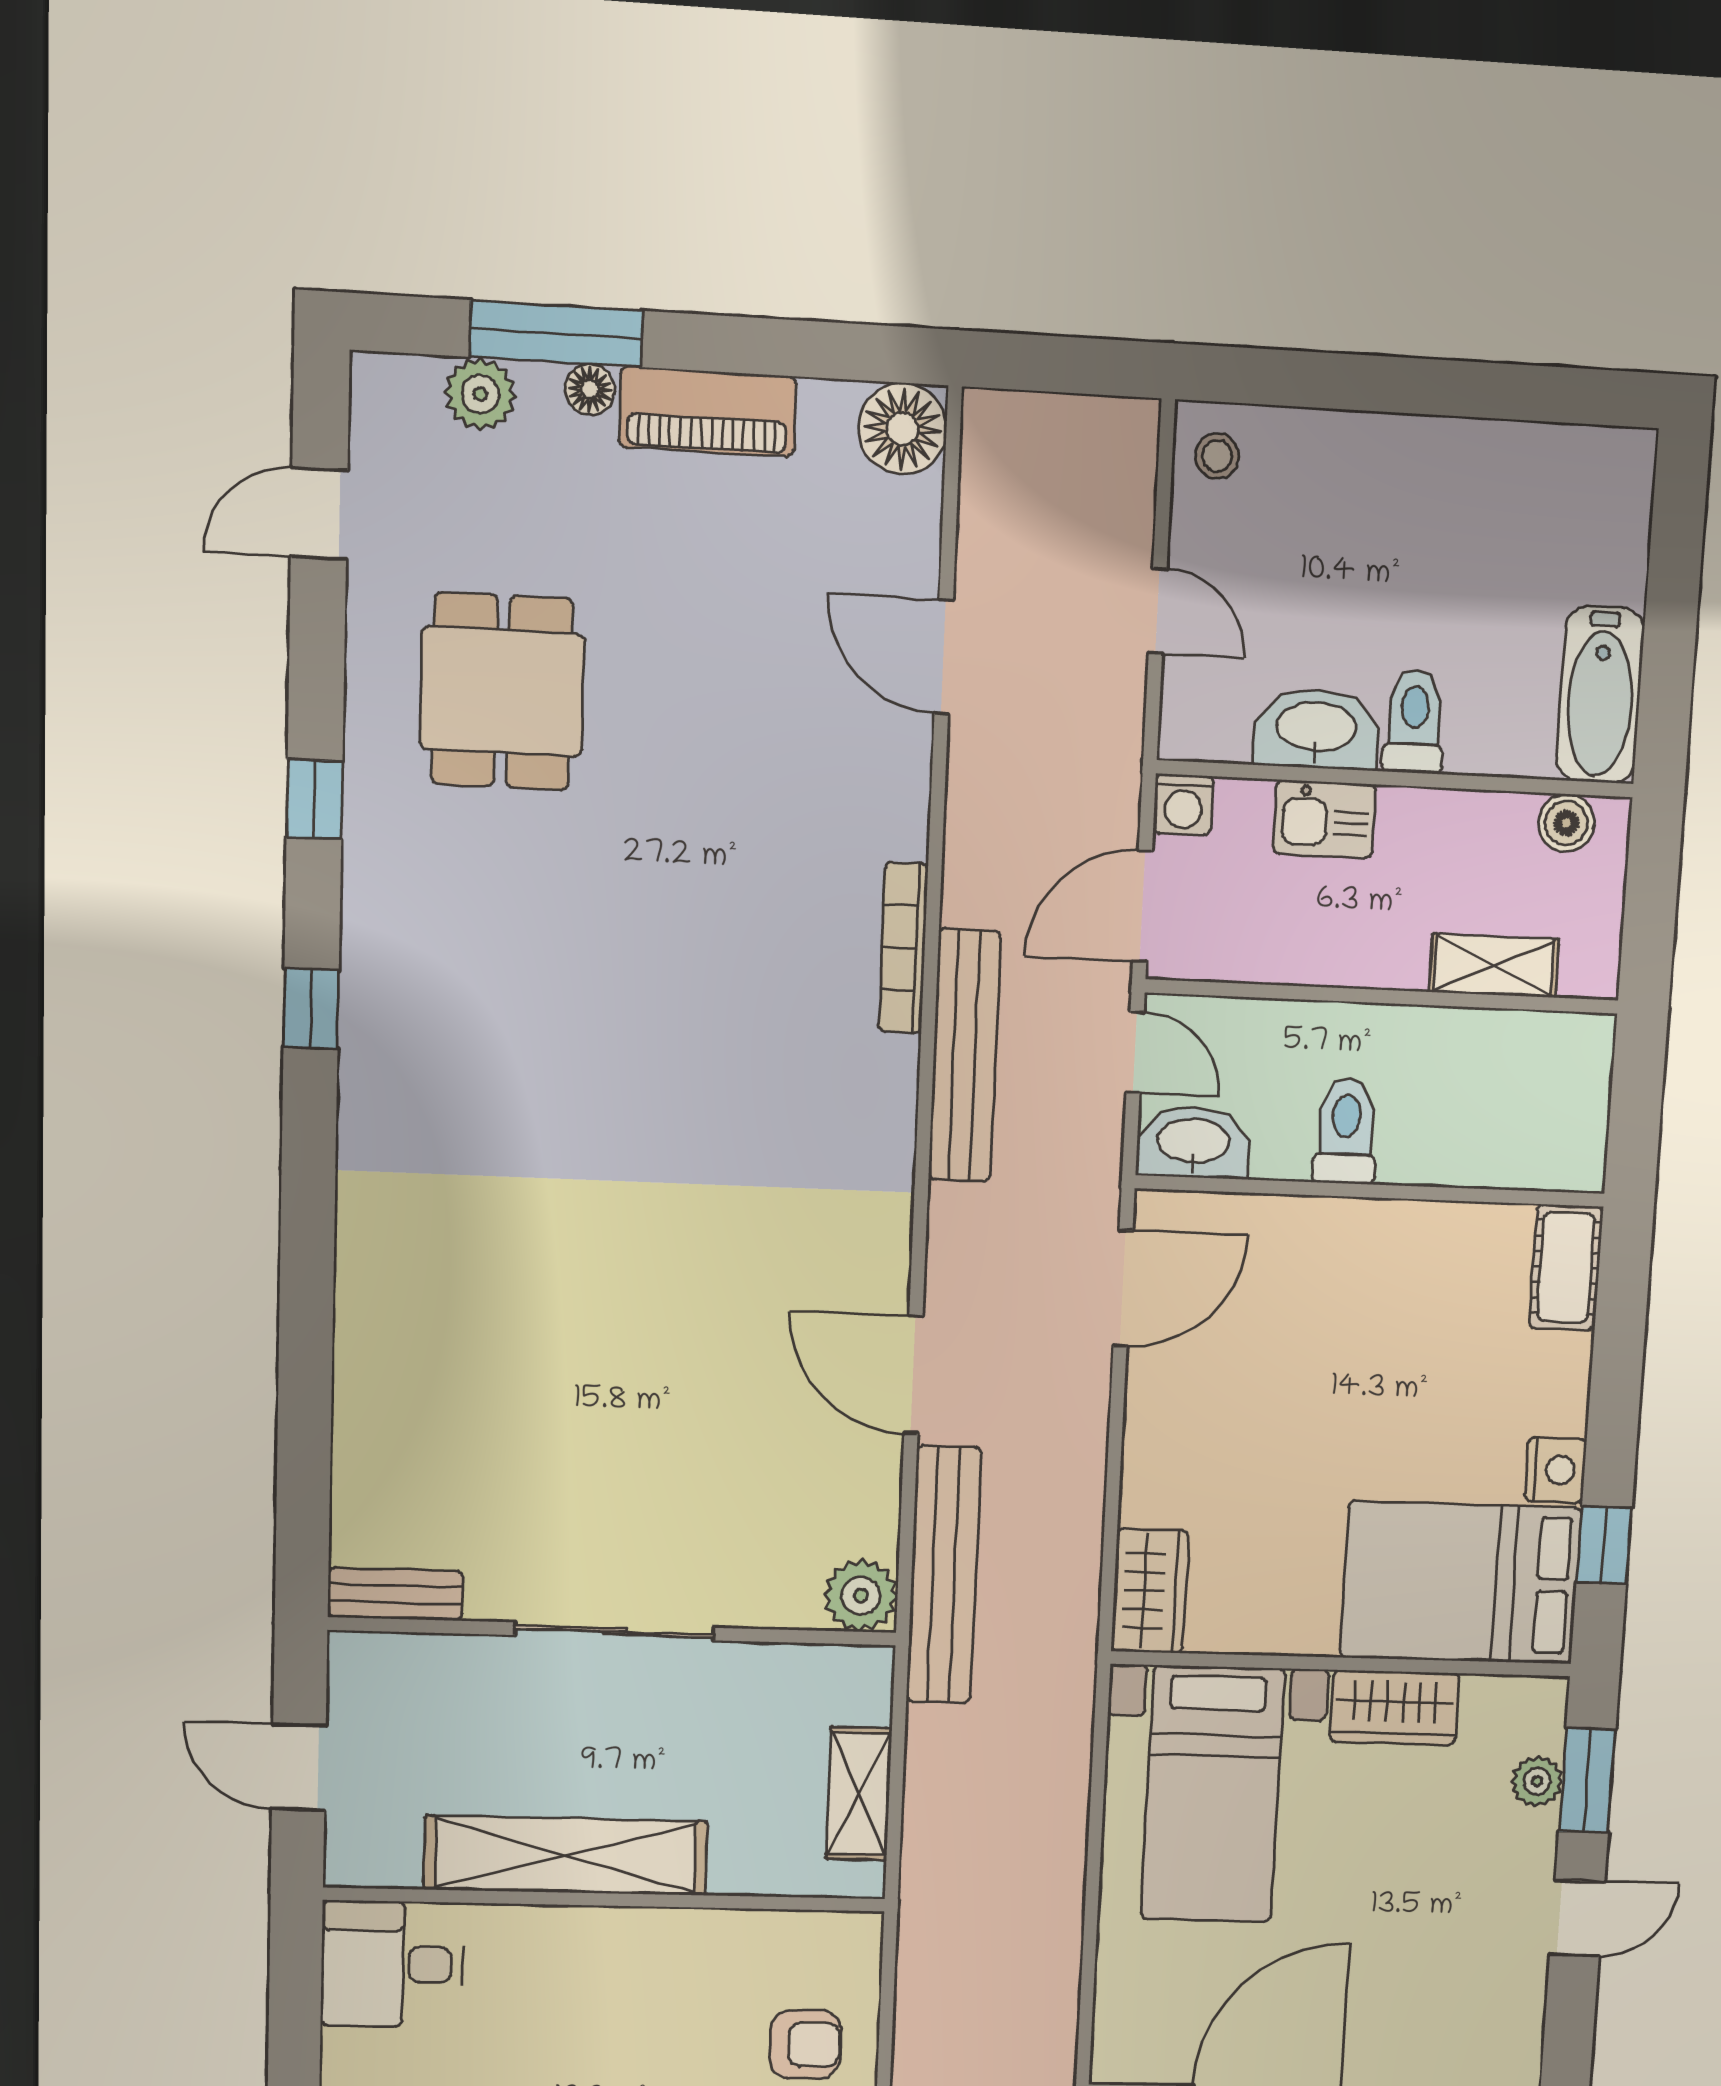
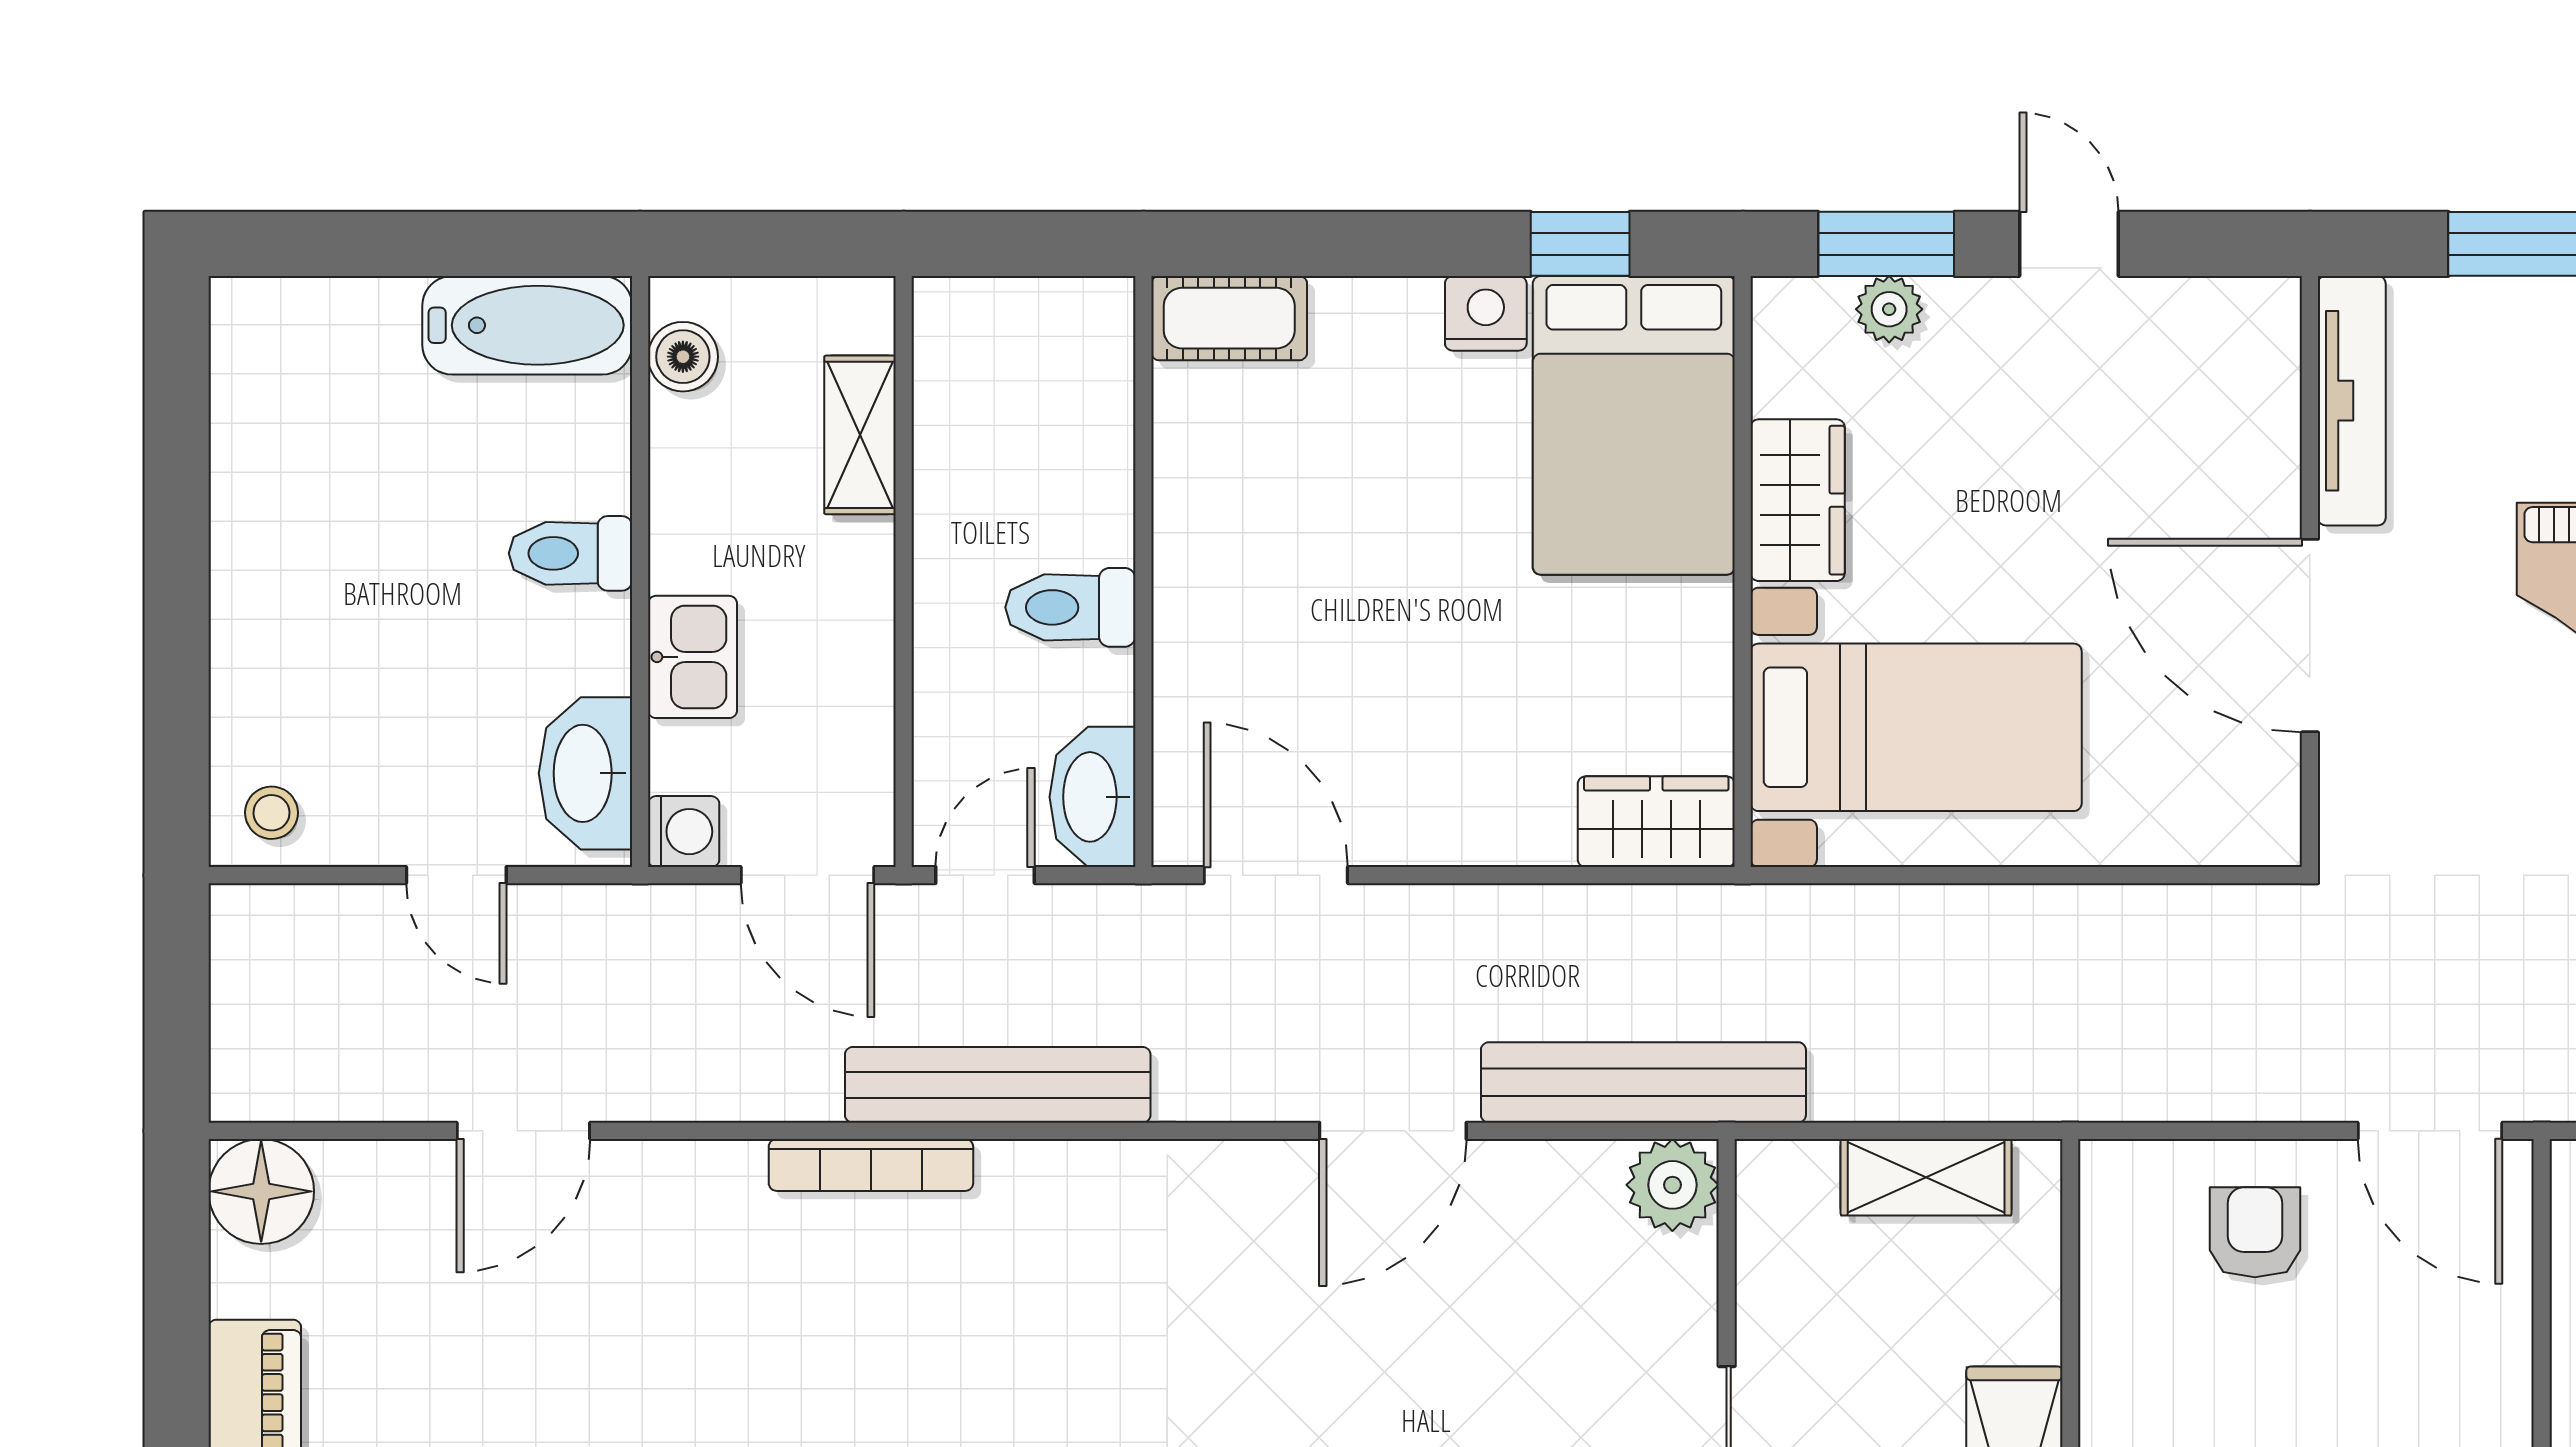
door: (1158, 611) -> (456, 875), swing flipped
washbasin: (1316, 729) -> (585, 773), moved

